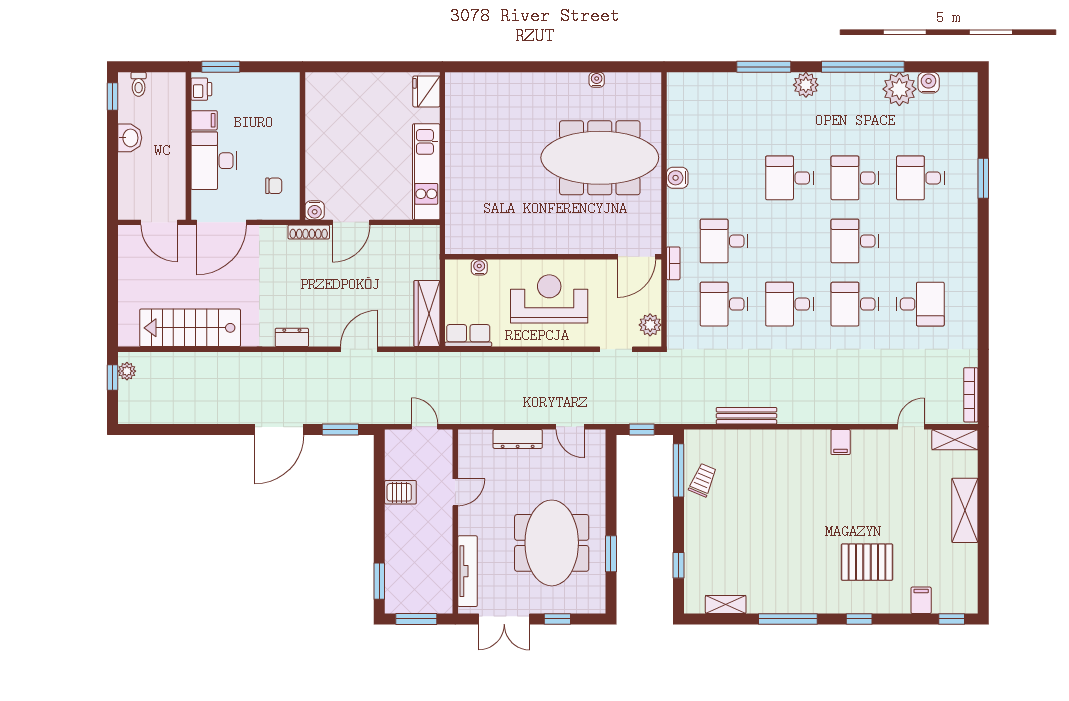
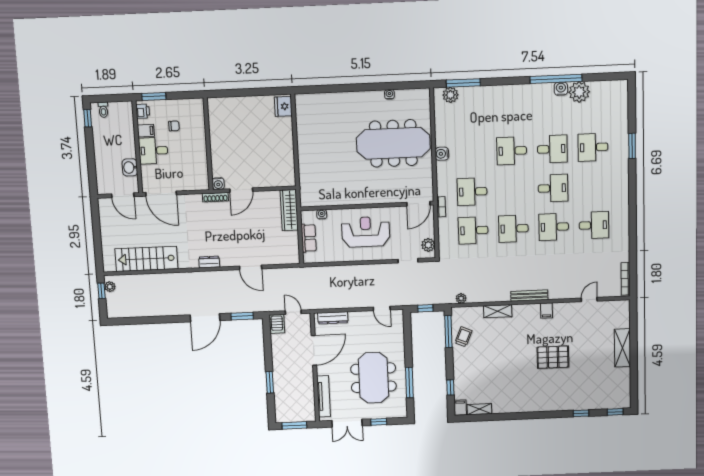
window: (764, 67) -> (463, 83), moved
water cooler: (929, 83) -> (561, 89), moved
plant: (806, 85) -> (450, 95), moved
washbasin: (130, 138) -> (130, 167), moved, turned 180
desk: (214, 161) -> (153, 151), width x0.73
kitchen unit: (426, 172) -> (286, 157), removed
desk: (855, 178) -> (552, 149), turned 180
chair: (274, 186) -> (174, 126), moved
door: (221, 222) -> (161, 194), hinge flipped
desk: (855, 241) -> (553, 188), turned 180
wardrobe: (427, 314) -> (289, 210), moved
row of seats: (468, 336) -> (309, 238), moved, turned 90
door: (359, 349) -> (251, 267), swing flipped
plant: (701, 416) -> (461, 298), added
bench: (746, 416) -> (529, 296), moved
dresser: (518, 439) -> (333, 318), moved
shelving: (955, 440) -> (498, 311), moved
server rack: (400, 492) -> (277, 324), moved, turned 90
door: (455, 492) -> (314, 350), width x1.87
window: (611, 554) -> (409, 382), width x1.44
pallet: (867, 562) -> (553, 357), moved
window: (379, 581) -> (270, 382), moved
filing cabinet: (921, 600) -> (460, 408), moved
window: (788, 619) -> (517, 416), removed
window: (859, 619) -> (581, 413), moved

